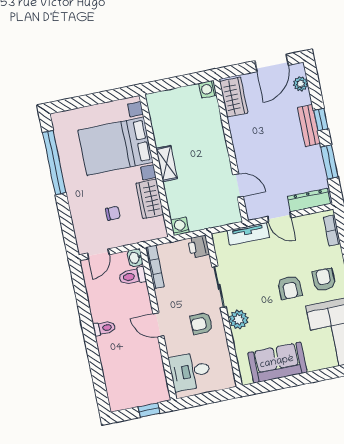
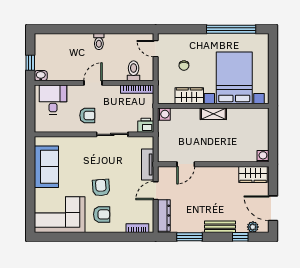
window: (321, 120) -> (240, 237), moved
washbasin: (135, 258) -> (41, 76), moved
armchair: (290, 287) -> (101, 188), turned 86
plant: (238, 319) -> (85, 144), removed
armchair: (201, 324) -> (87, 115), turned 90

